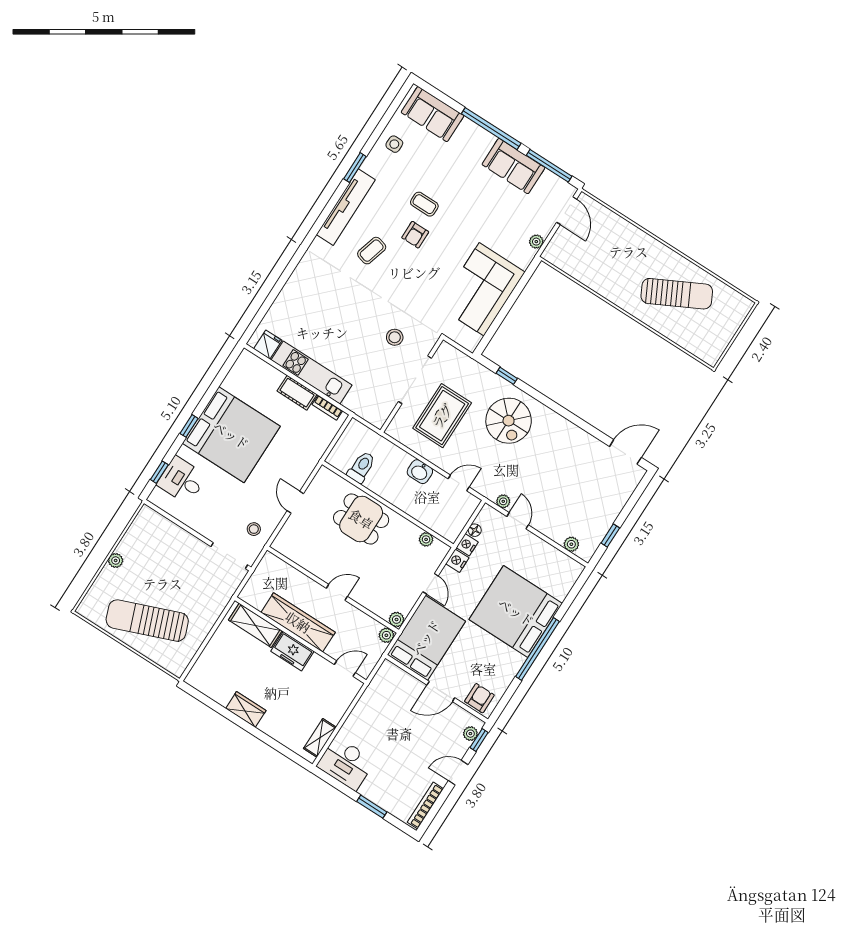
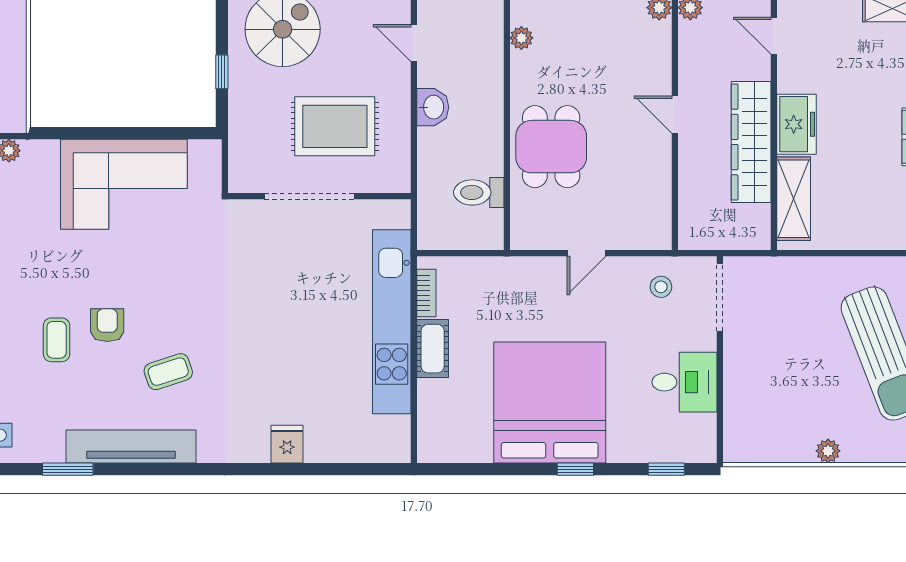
armchair: (415, 235) -> (107, 325), turned -90
coffee table: (372, 251) -> (168, 372), turned -34
stool: (395, 337) -> (268, 262), removed
fridge: (268, 345) -> (287, 444), moved, turned 90
kitchen unit: (311, 373) -> (392, 322), width x1.36
desk: (182, 480) -> (684, 382), moved, turned -90

